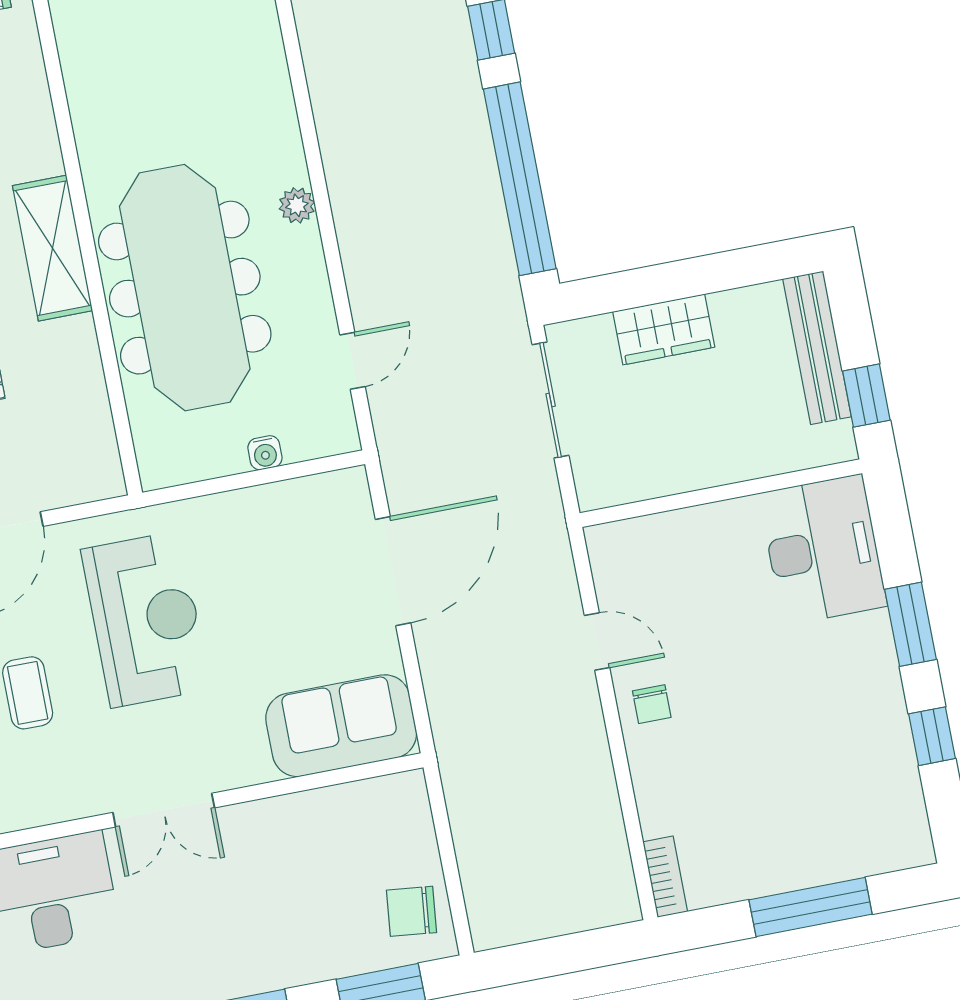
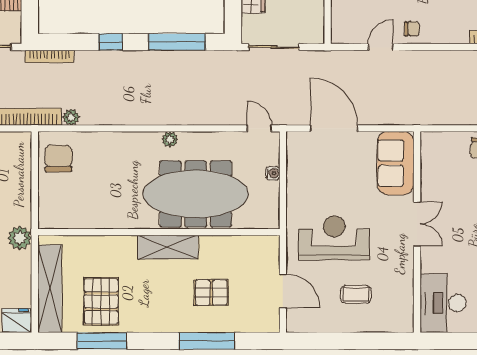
window: (520, 179) -> (177, 42), width x0.68
door: (352, 361) -> (259, 128), moved
double door: (164, 810) -> (417, 224), moved

